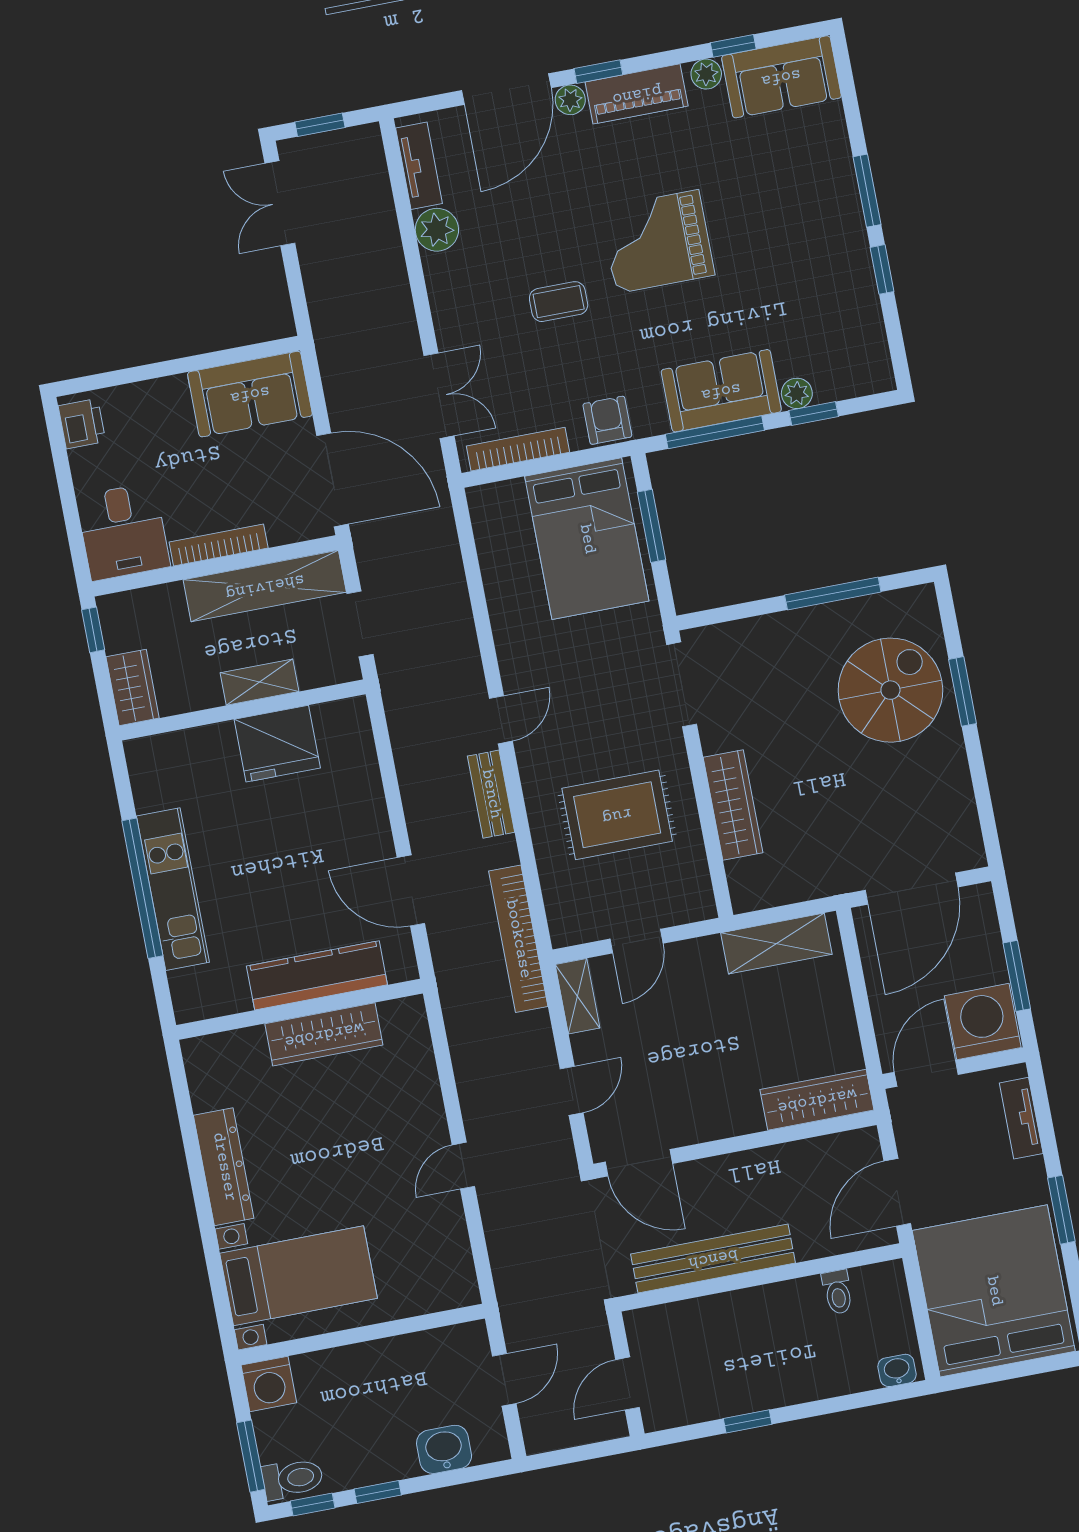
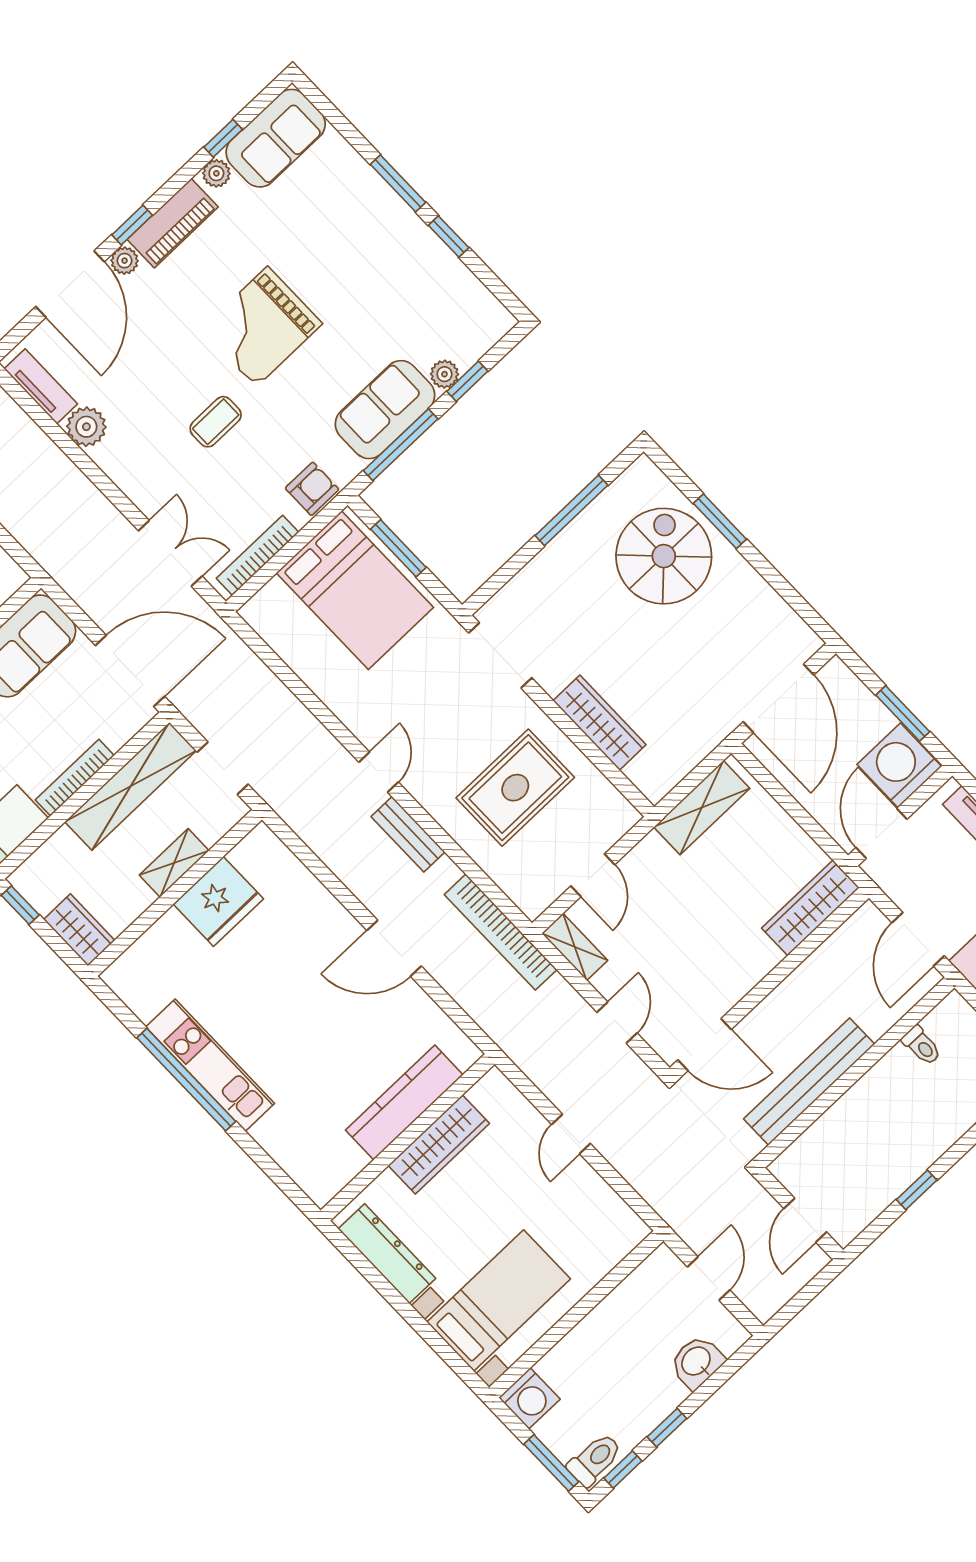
armchair: (607, 420) -> (312, 489), turned 90
kitchen counter: (317, 975) -> (404, 1102), moved
wall: (300, 1009) -> (408, 1137), moved
wardrobe: (324, 1034) -> (439, 1144), moved

